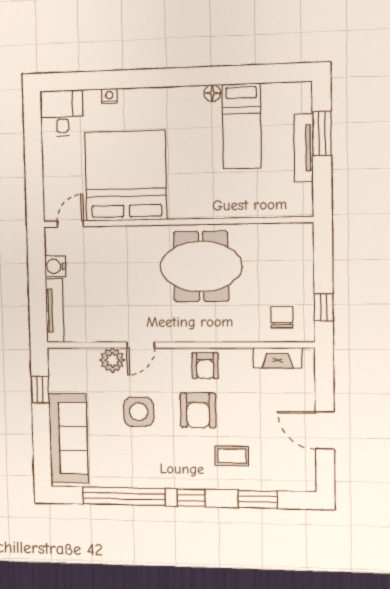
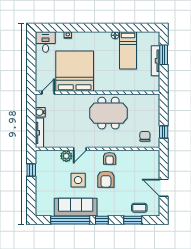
fireplace: (277, 358) -> (143, 155), removed
sofa: (68, 438) -> (76, 207), moved, turned -90
coffee table: (232, 456) -> (139, 208), moved

